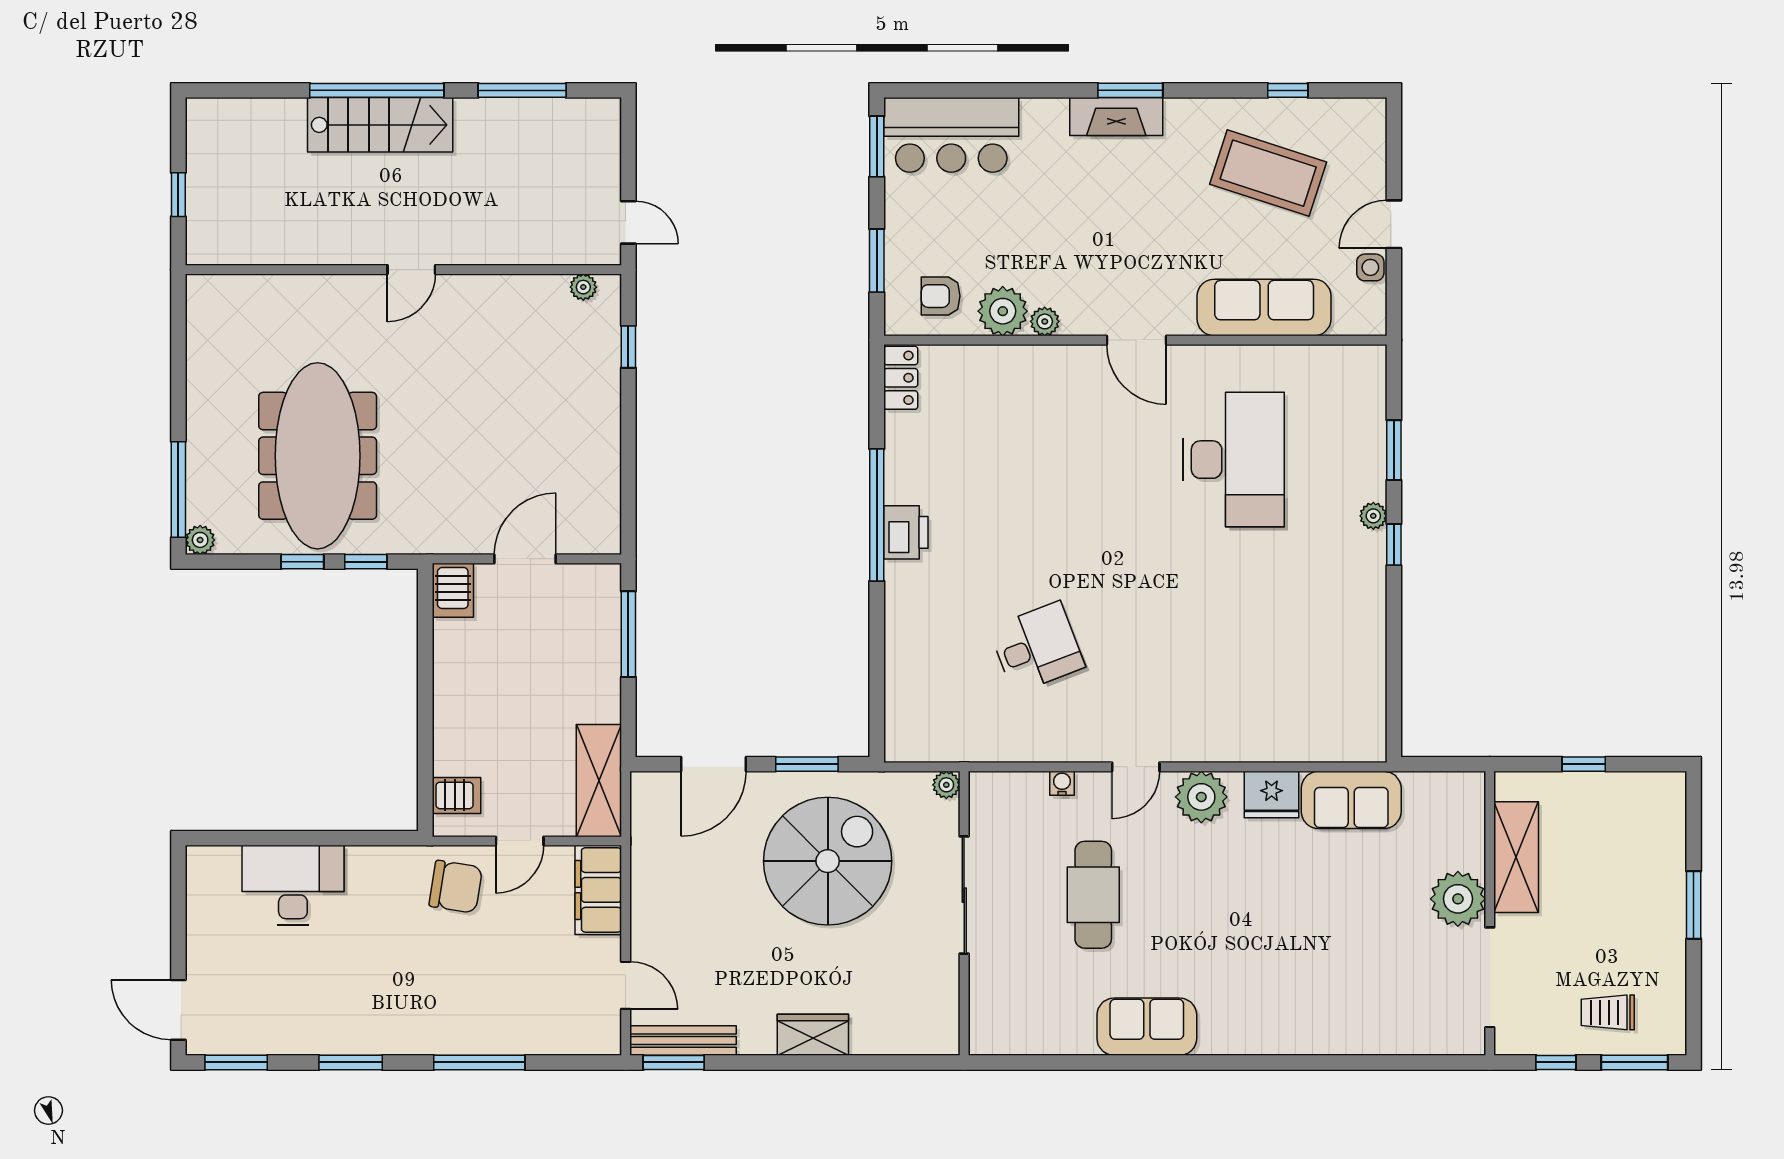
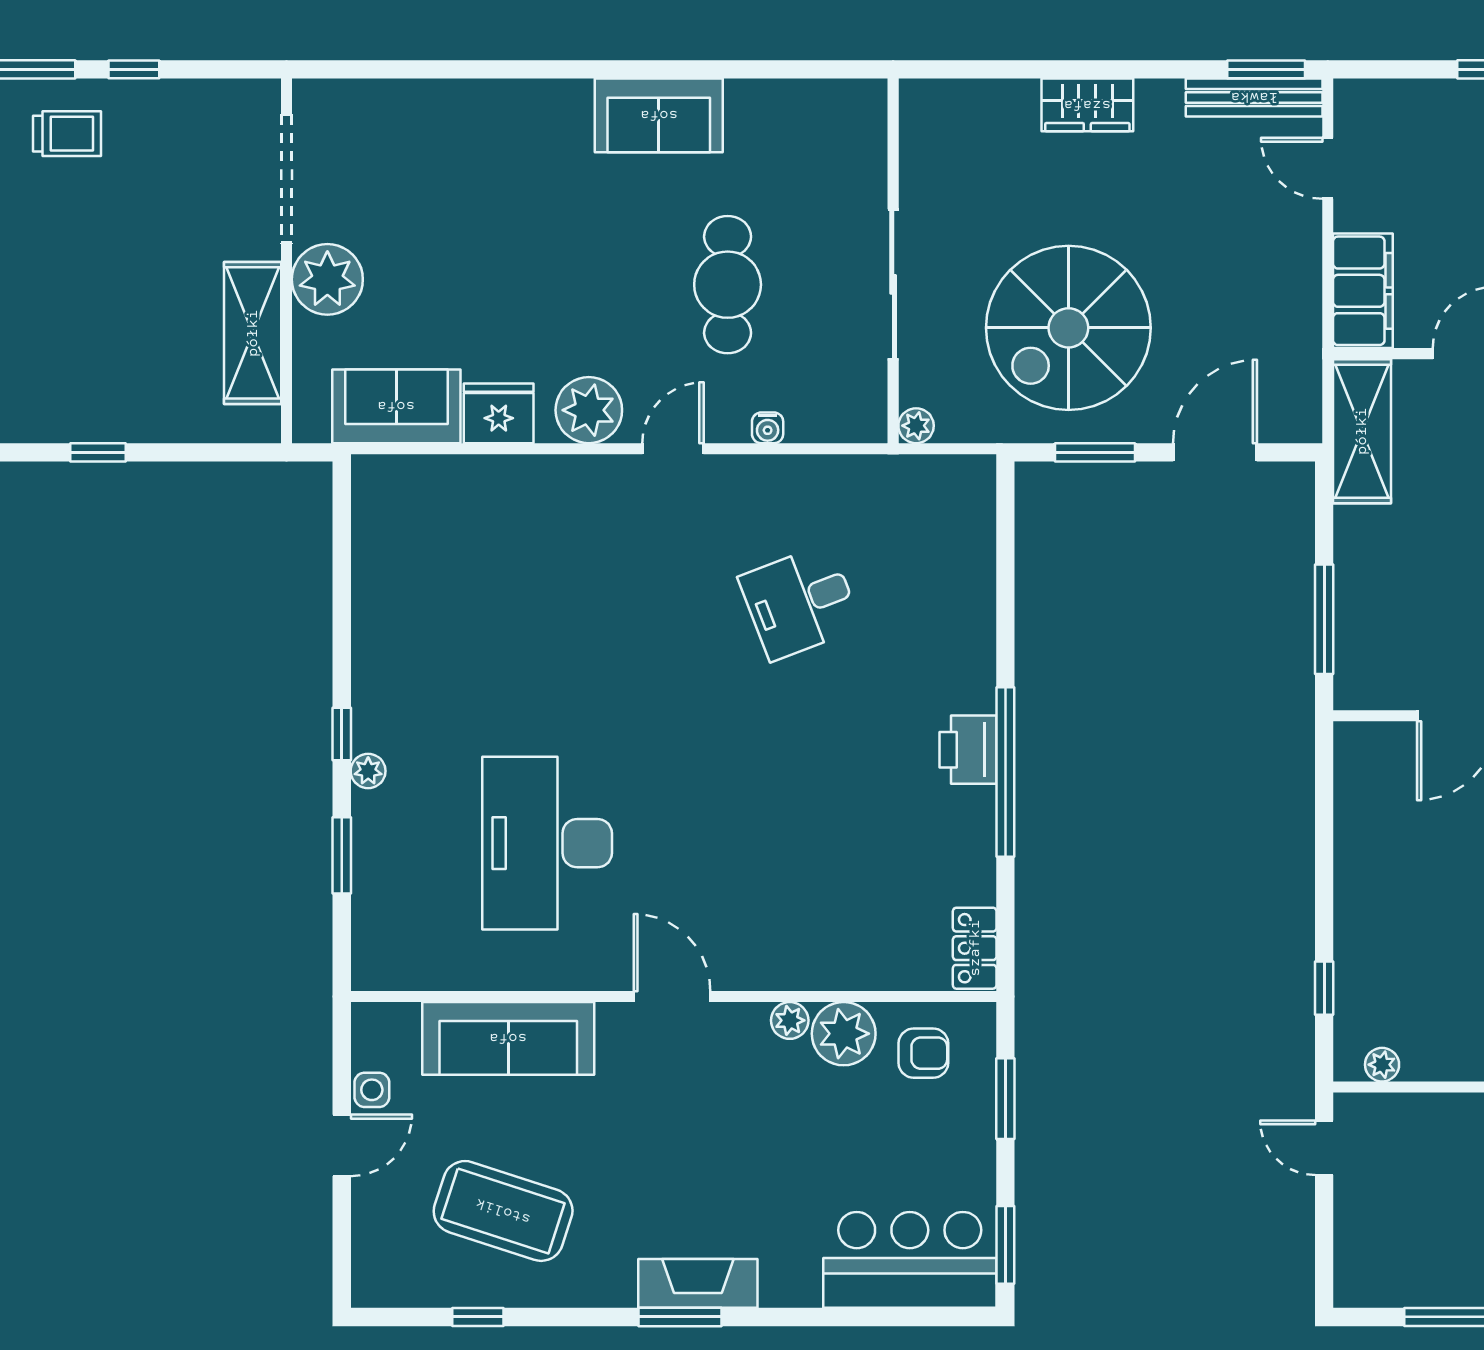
shelving: (1516, 857) -> (253, 333), moved
plant: (1458, 899) -> (327, 279), moved
wall: (1490, 913) -> (286, 261), moved
doorway: (1490, 977) -> (286, 179), moved

